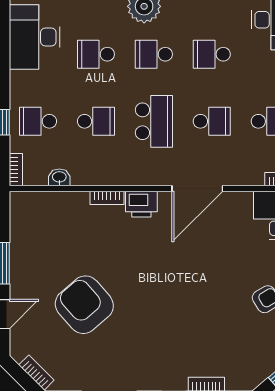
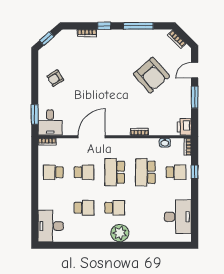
school desk: (96, 54) -> (145, 208), removed
school desk: (96, 121) -> (145, 172), width x1.85
school desk: (212, 121) -> (84, 172), turned 180
printer: (141, 204) -> (184, 127), moved, turned -90

